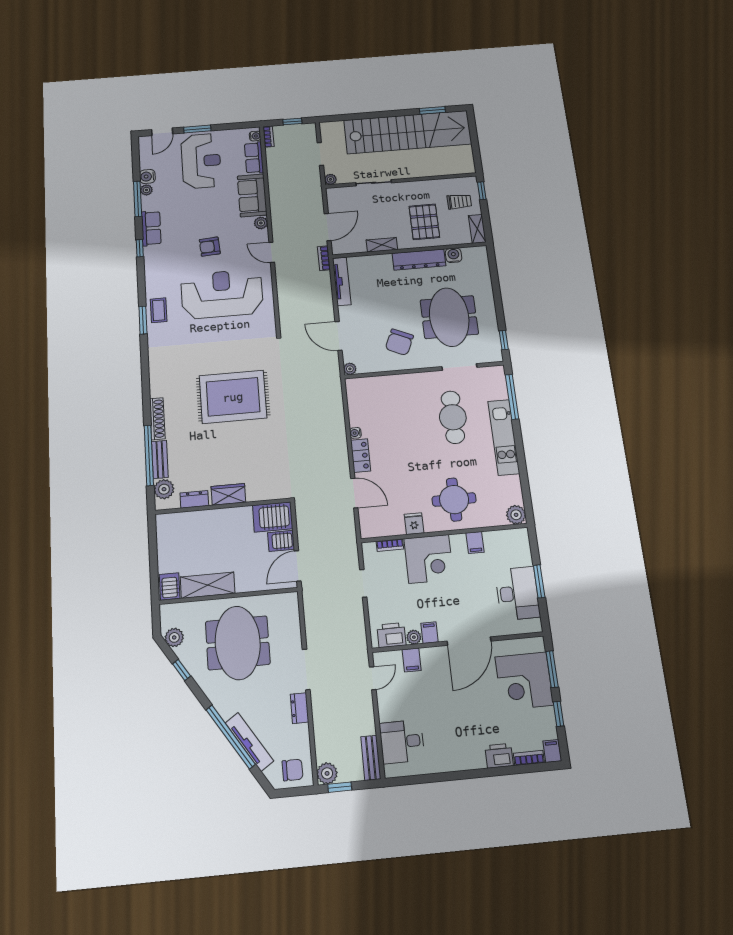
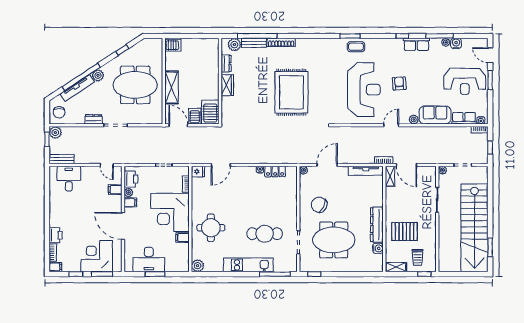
shelving: (382, 245) -> (390, 176), moved
locker: (361, 456) -> (275, 171), moved
fridge: (414, 524) -> (198, 172), moved
corner desk: (429, 559) -> (170, 212), width x1.36, depth x1.36
shelving: (208, 585) -> (172, 87), moved
plant: (174, 637) -> (98, 75), moved

